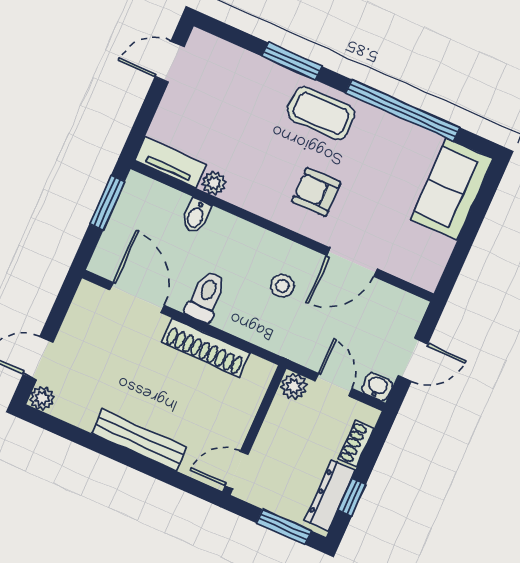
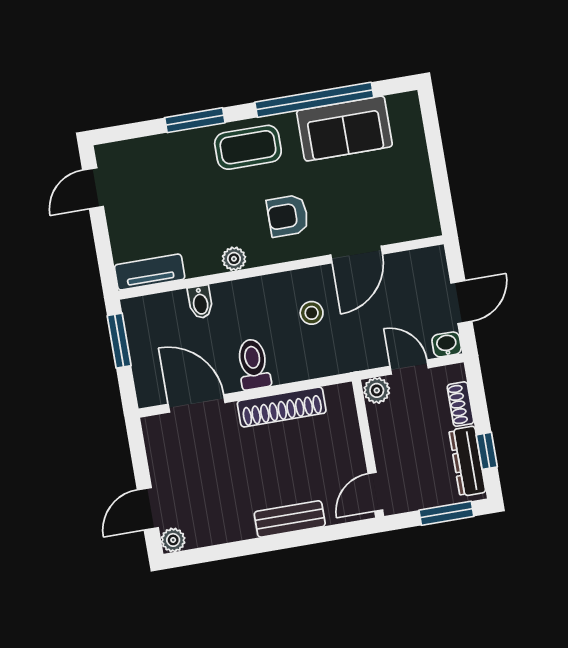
plant: (214, 183) -> (234, 259), moved
sofa: (452, 189) -> (344, 129), moved, turned -90
bench: (139, 440) -> (290, 519), width x0.73

